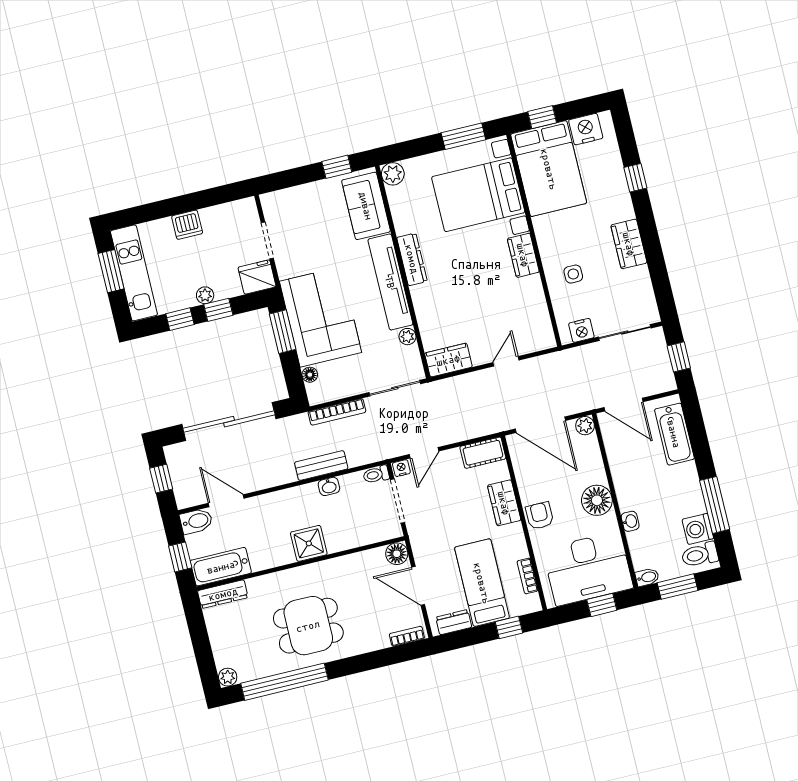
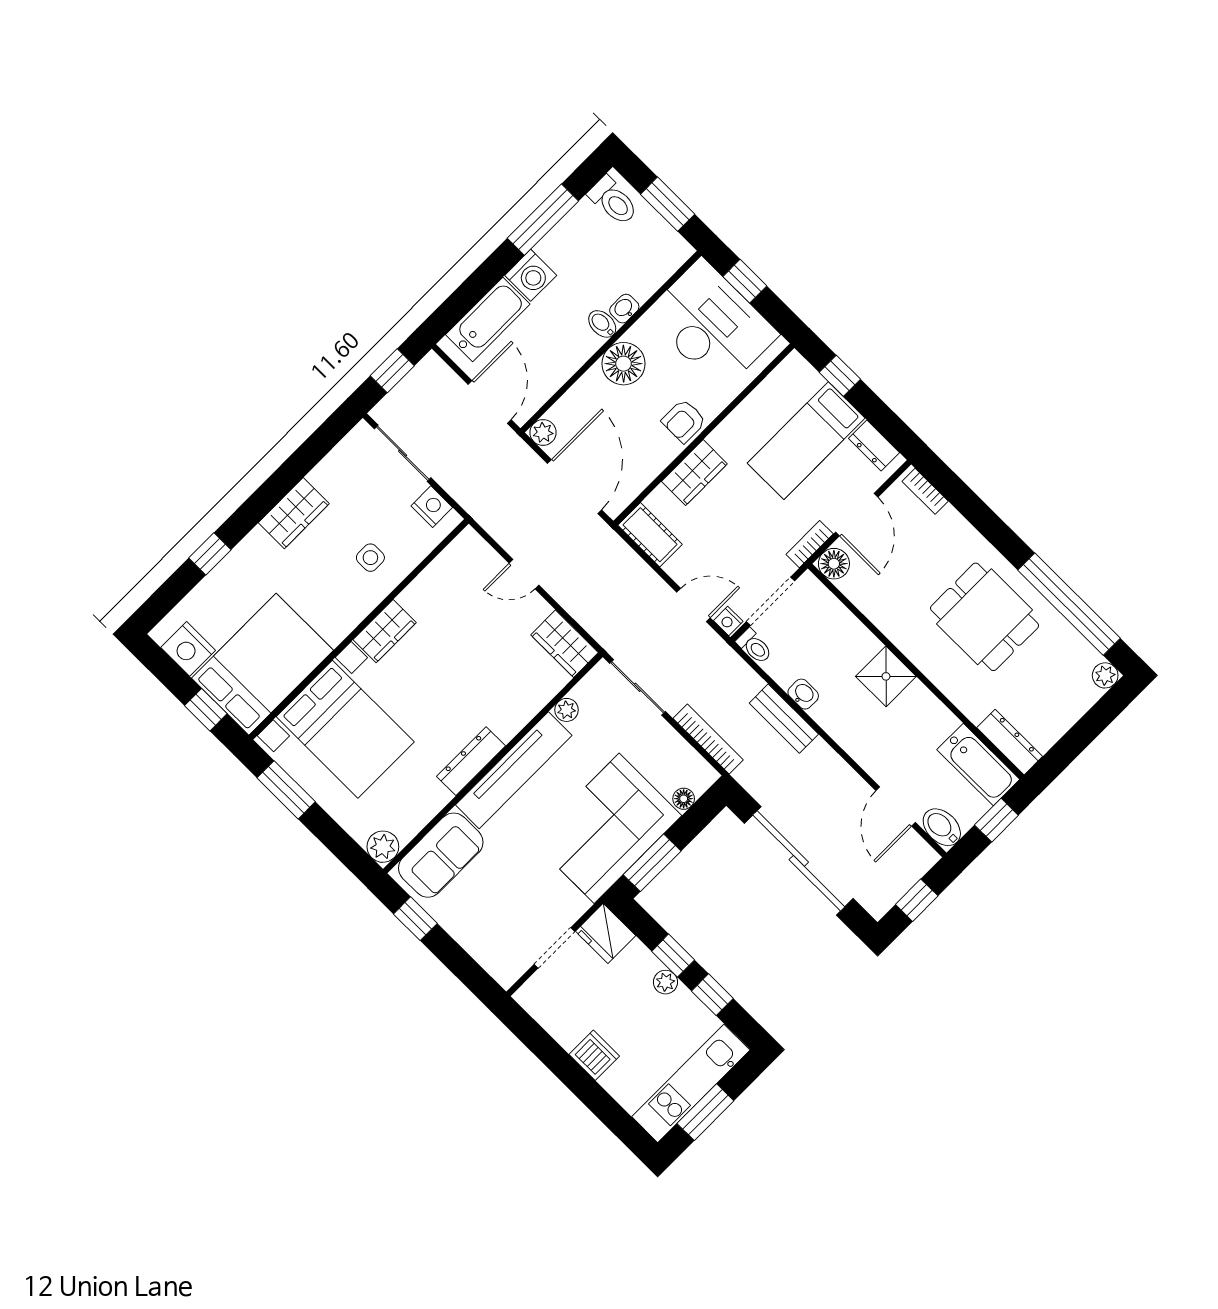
washing machine: (698, 529) -> (531, 275), moved
bookcase: (527, 576) -> (810, 544), moved, turned 180
bidet: (647, 577) -> (602, 324), moved

